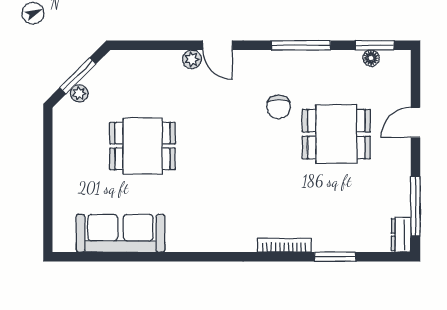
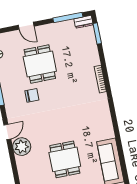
plant: (192, 59) -> (22, 147), width x1.88, depth x1.88
window: (335, 257) -> (97, 34), moved

